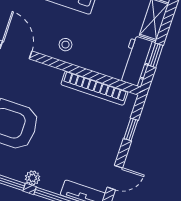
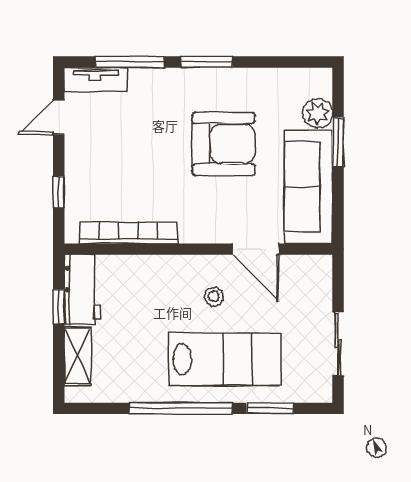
stool: (66, 45) -> (214, 296), moved
plant: (32, 178) -> (173, 79), removed

